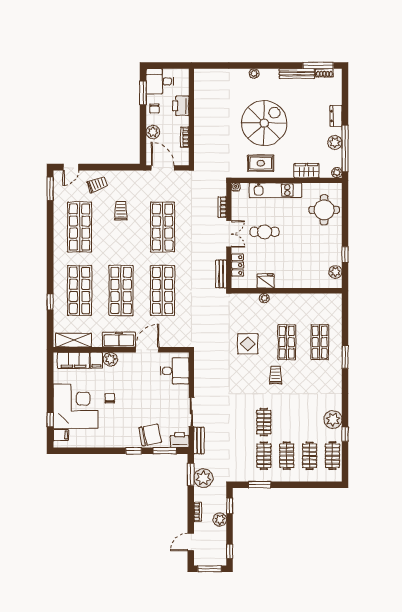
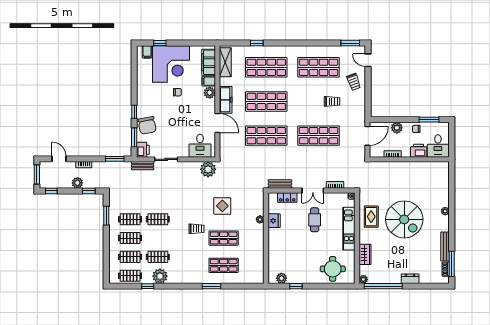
desk: (160, 81) -> (438, 146), moved, turned 180
plant: (335, 142) -> (388, 278), removed
clothes rail: (310, 422) -> (158, 257), added
plant: (203, 478) -> (208, 169), moved

